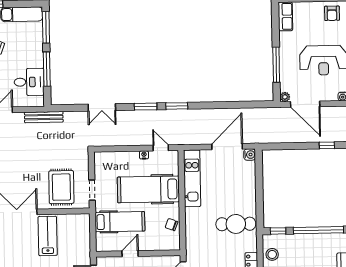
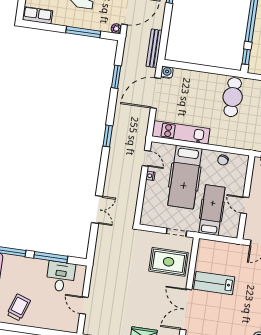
window: (146, 107) -> (116, 77), moved
bench: (44, 117) -> (154, 48), moved
door: (227, 147) -> (156, 93), hinge flipped
door: (161, 148) -> (146, 158), swing flipped

